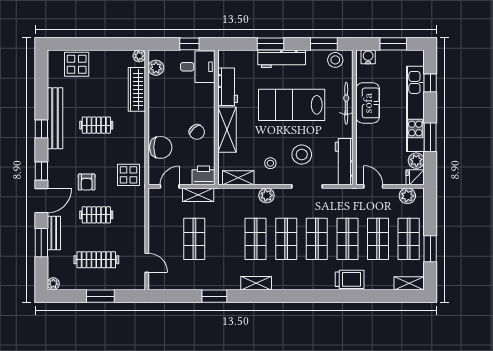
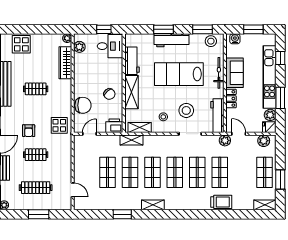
locker: (363, 138) -> (231, 98), added
shelving: (198, 195) -> (131, 140), moved
plant: (266, 195) -> (225, 140), moved
shop shelf: (378, 239) -> (130, 172), moved

